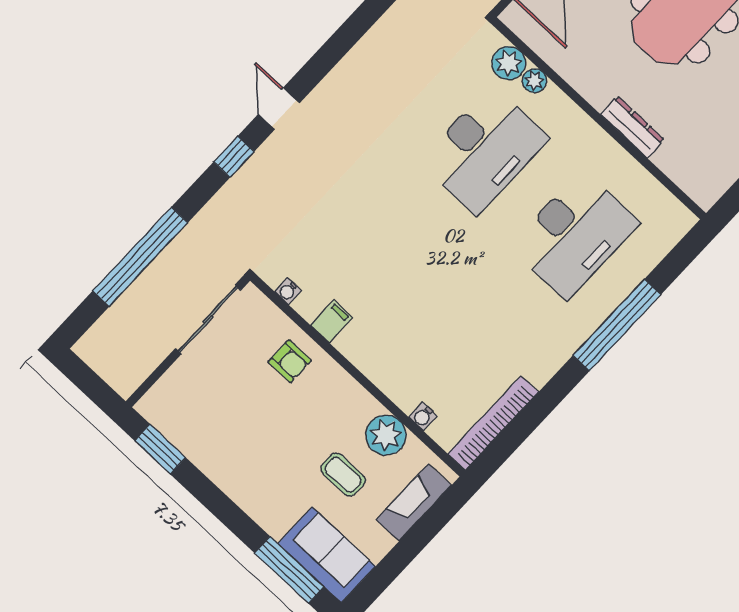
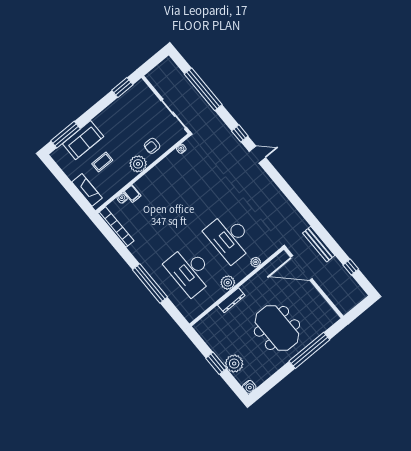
plant: (509, 63) -> (228, 283), moved
filing cabinet: (331, 321) -> (132, 194), moved
plant: (386, 435) -> (138, 164), moved
sofa: (327, 555) -> (83, 140), moved

